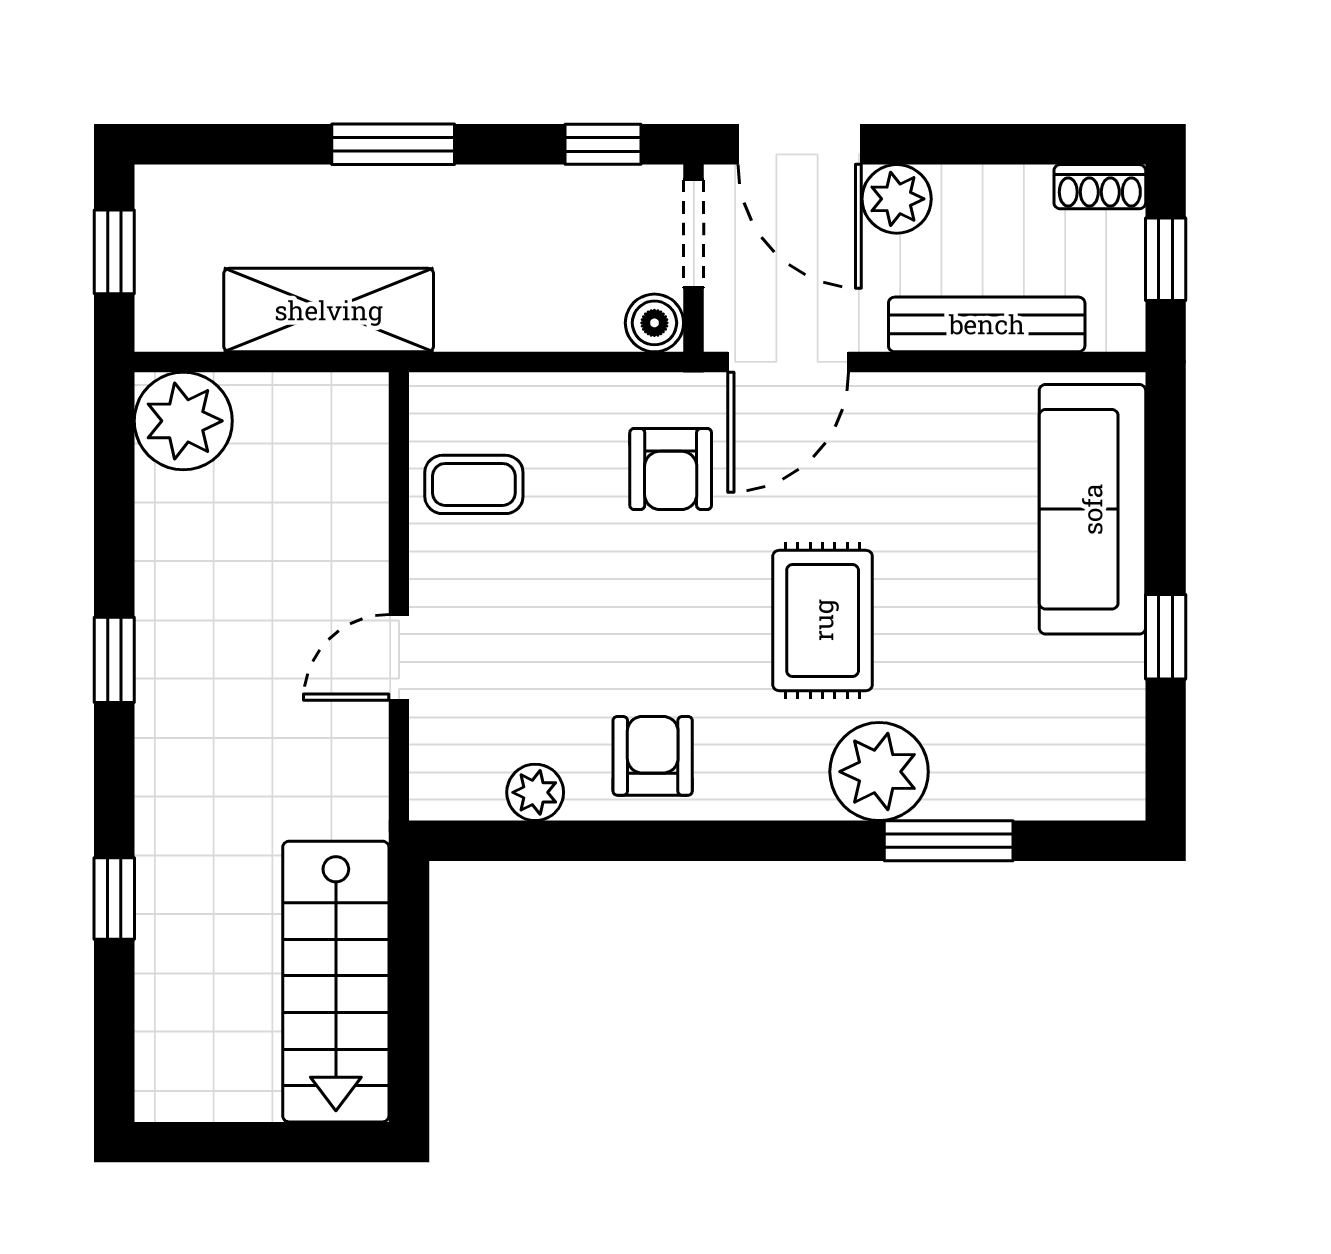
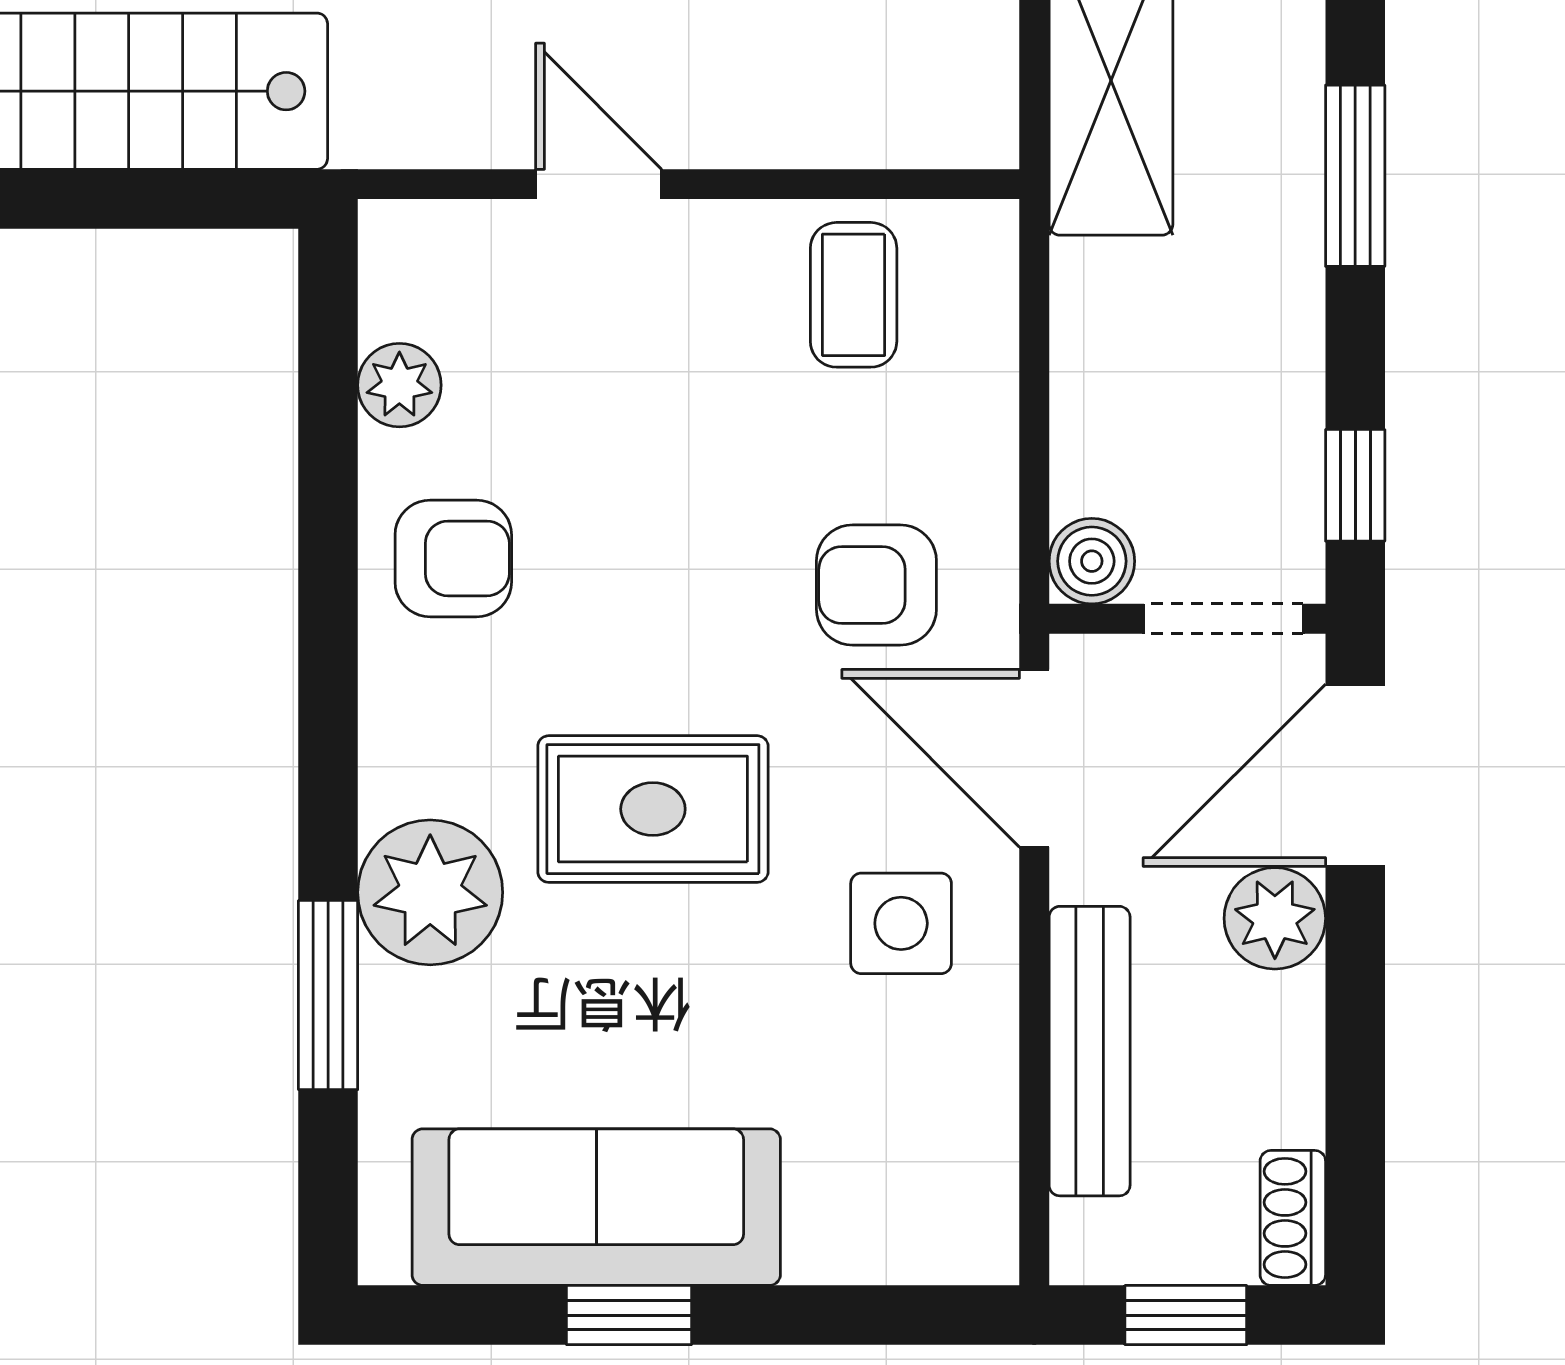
side table: (900, 452) -> (901, 923), added
sofa: (1092, 509) -> (596, 1207), moved

